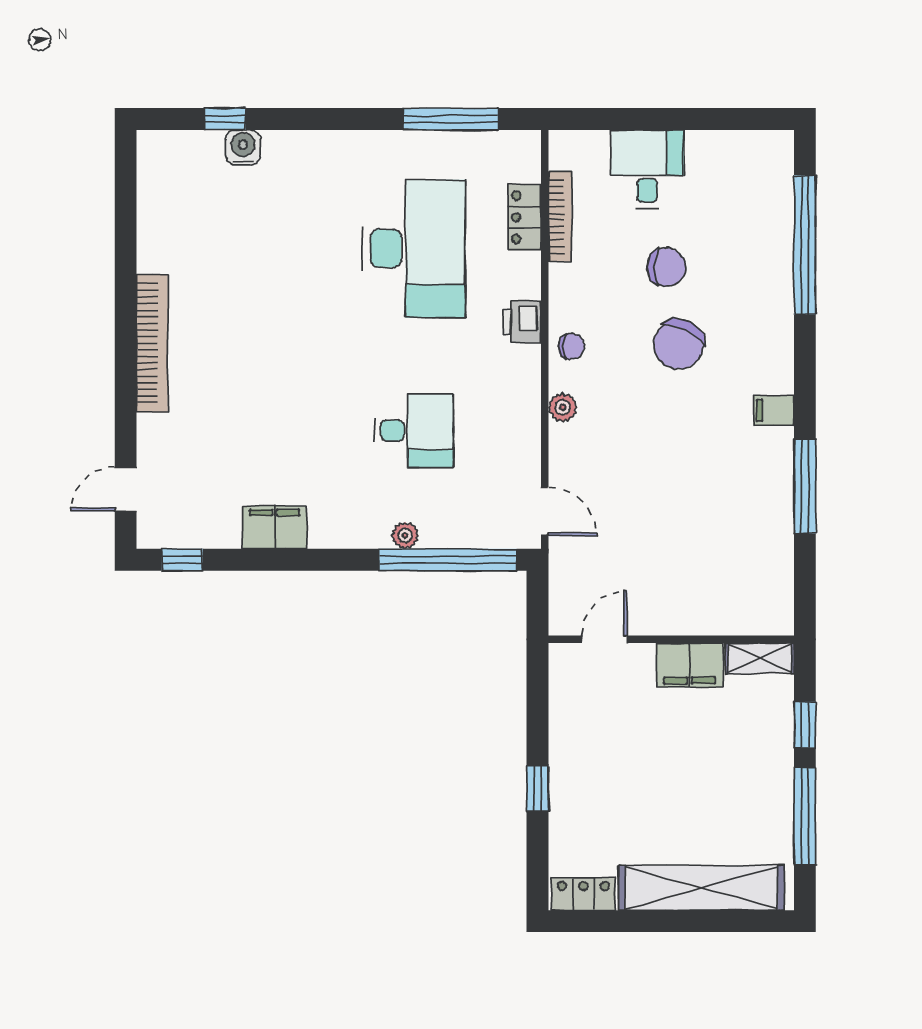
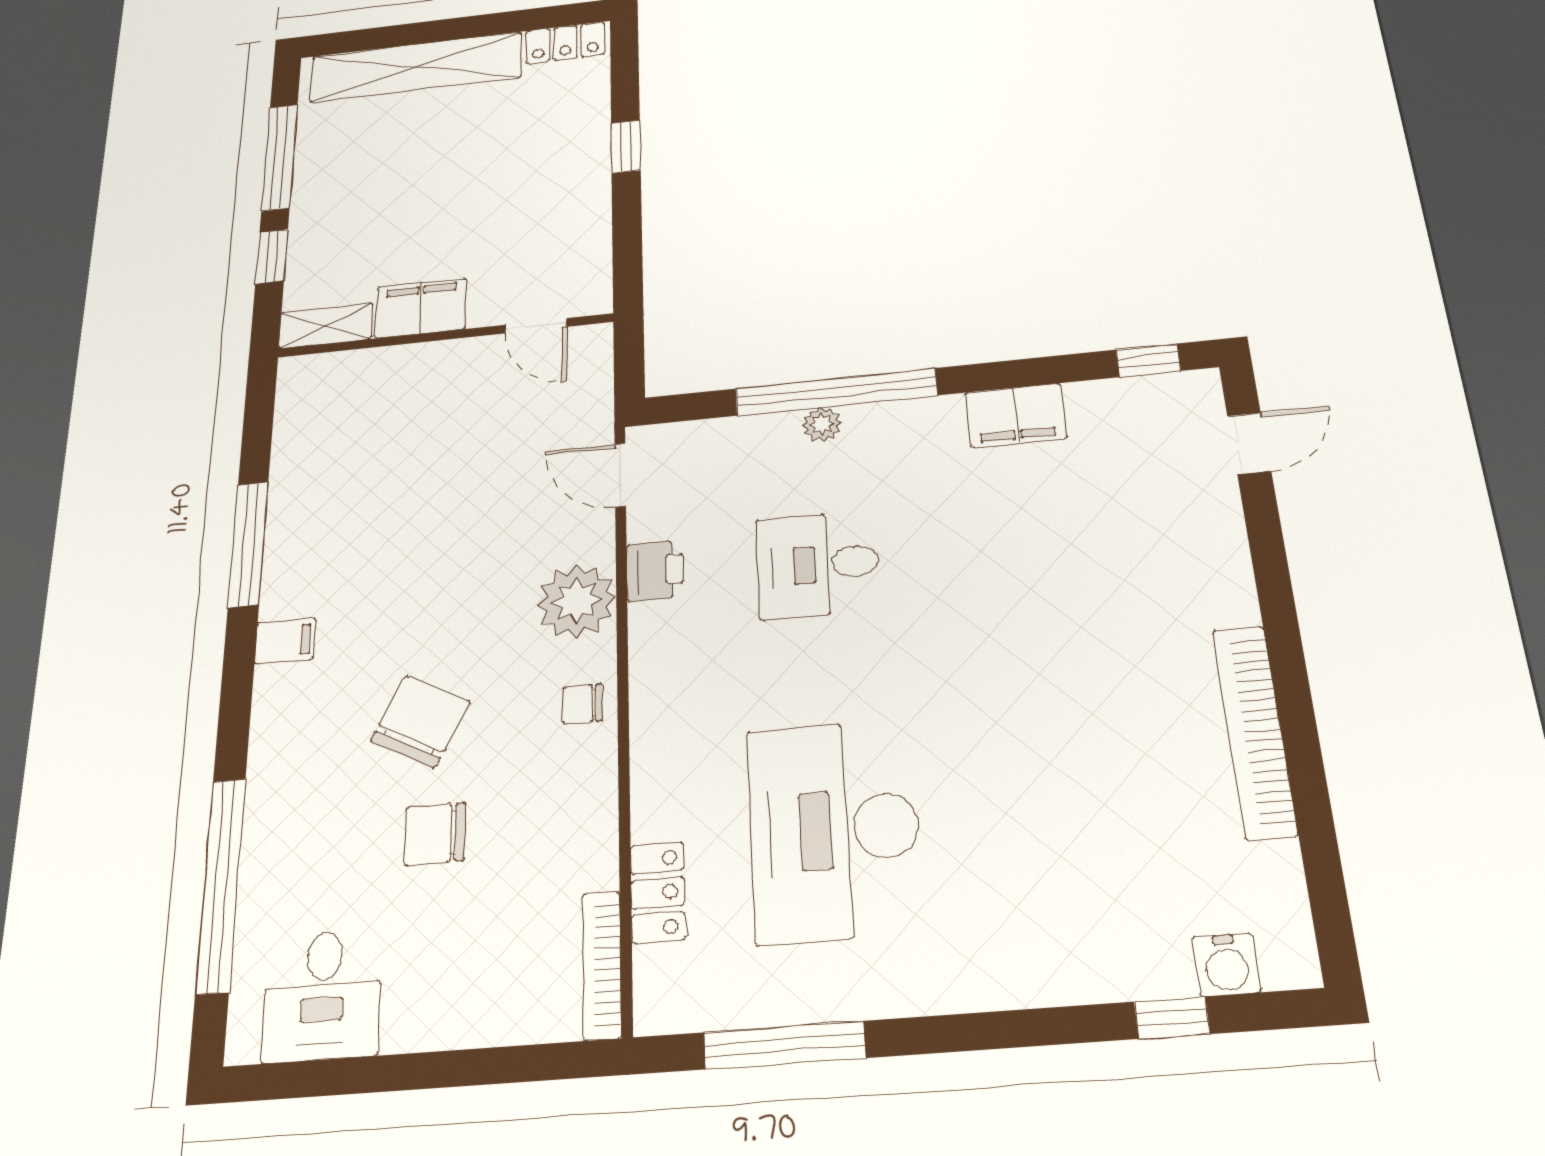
water cooler: (243, 147) -> (1226, 965), moved
desk: (647, 169) -> (322, 995), moved
bookcase: (560, 217) -> (602, 965), moved
printer: (522, 322) -> (655, 571), moved
bookcase: (152, 343) -> (1255, 731), moved
plant: (563, 407) -> (576, 601), width x1.88, depth x1.88
window: (448, 560) -> (836, 392), moved
door: (604, 639) -> (536, 326), hinge flipped

